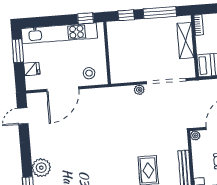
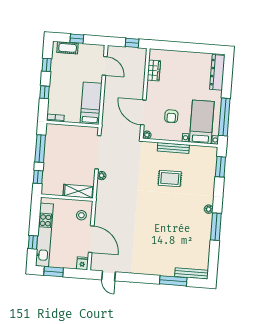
window: (85, 18) -> (33, 242), moved
shelving: (186, 41) -> (79, 191), moved
fridge: (32, 69) -> (82, 263), moved
plant: (41, 168) -> (154, 267), removed

